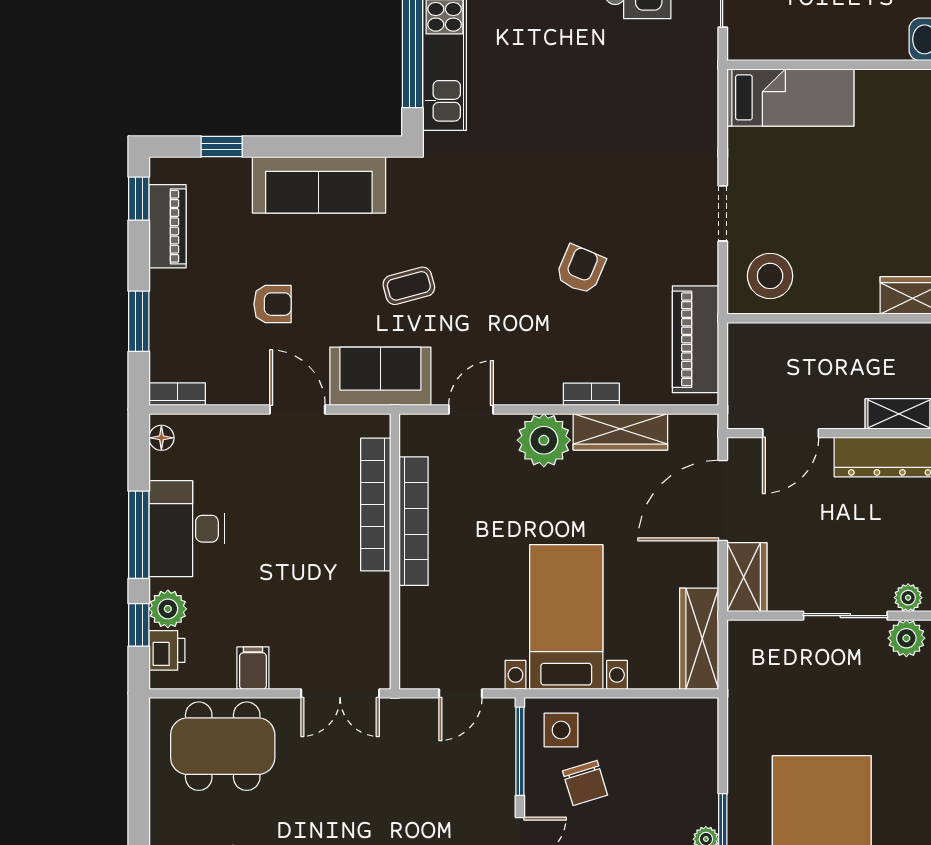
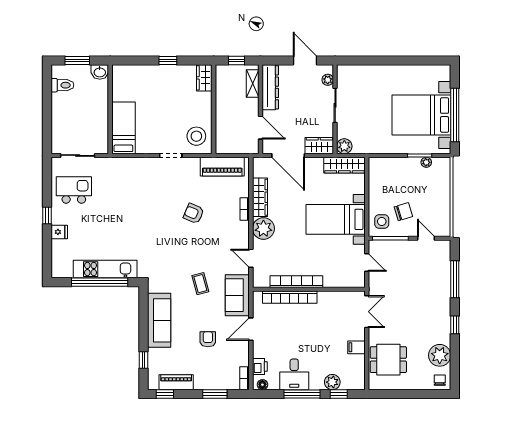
desk: (187, 529) -> (294, 374), width x0.73
plant: (906, 638) -> (344, 146), moved
printer: (167, 650) -> (260, 367), moved, turned 90
dining table: (223, 746) -> (388, 360), width x0.73

